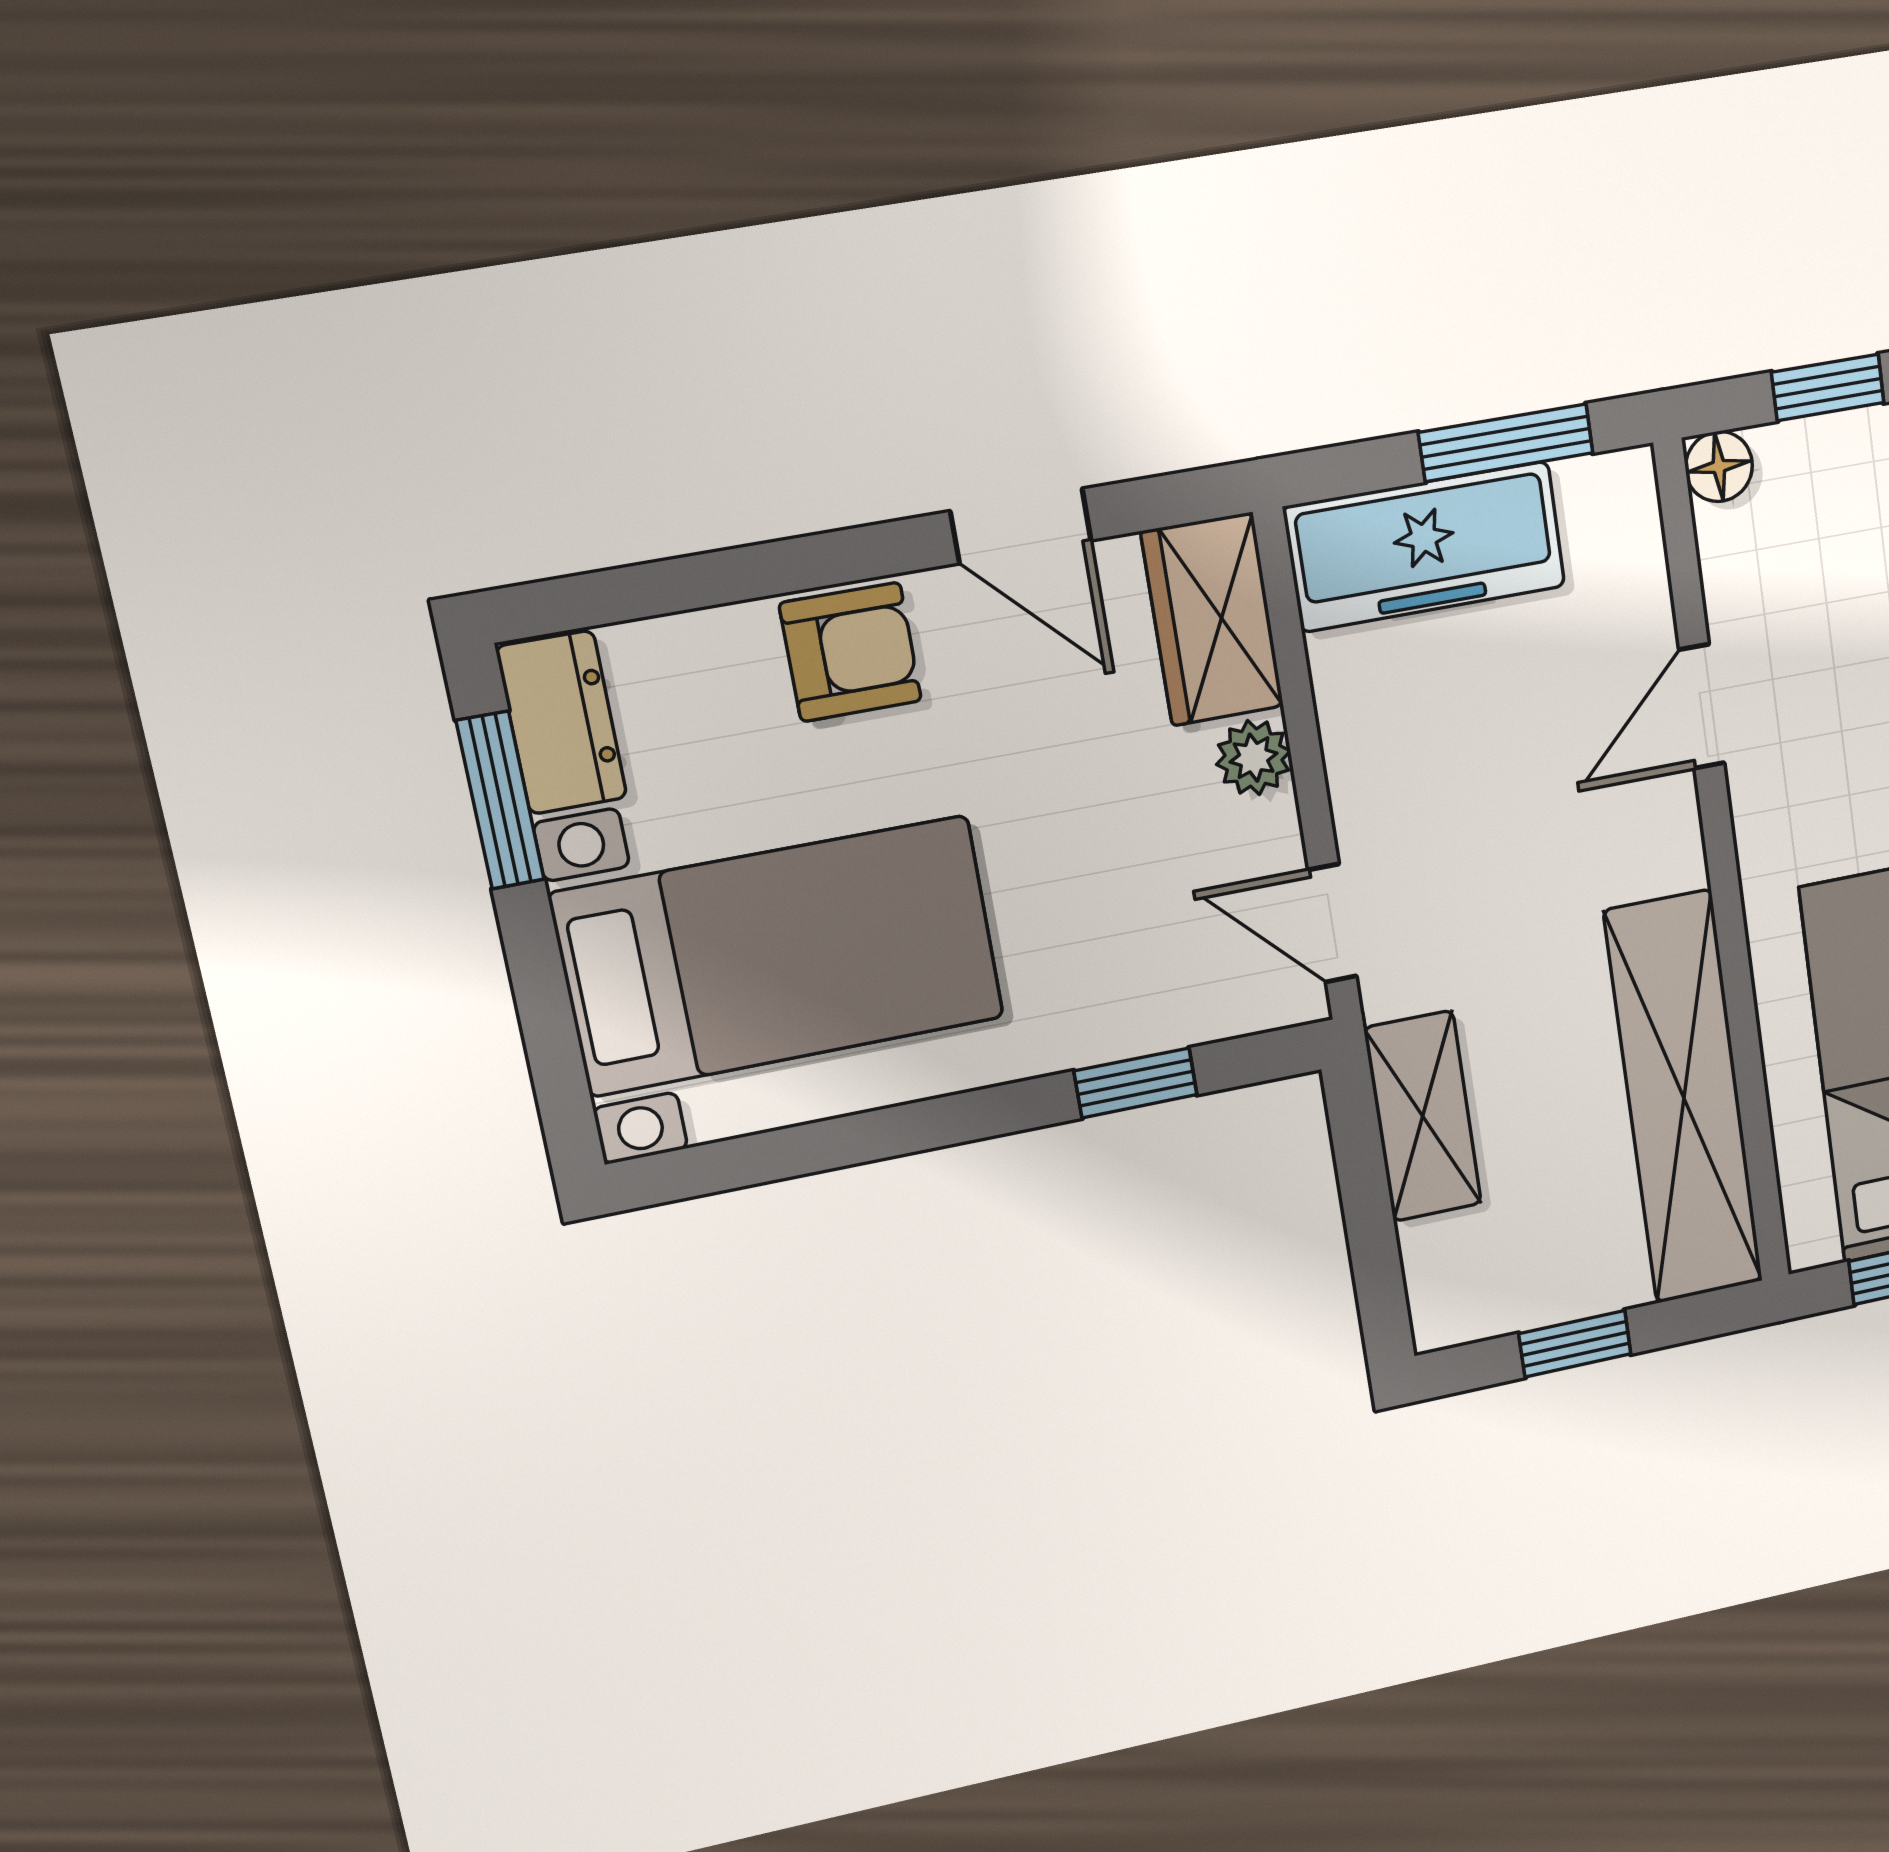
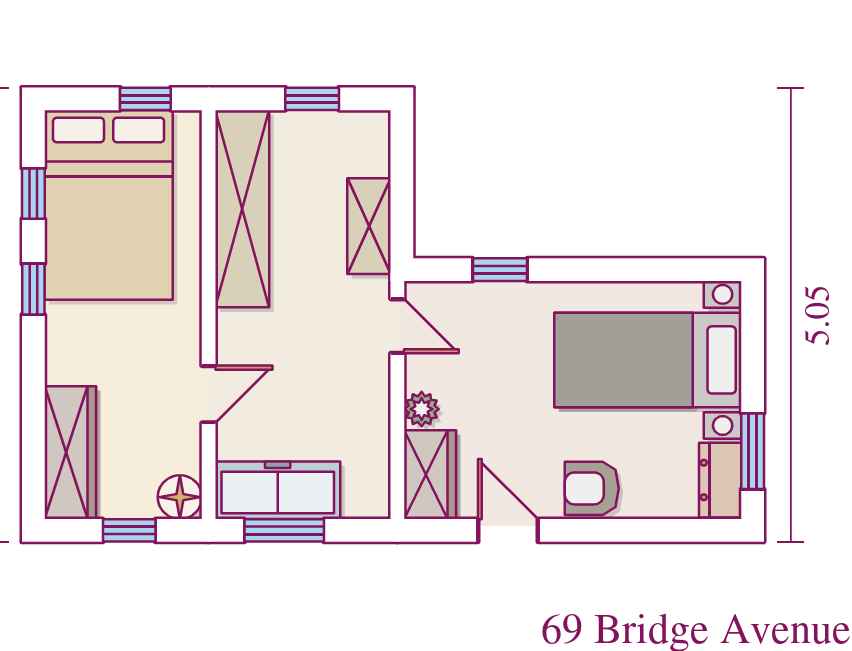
floor lamp: (1719, 467) -> (180, 497), width x1.37, depth x1.37
freezer: (1425, 547) -> (278, 490), moved

